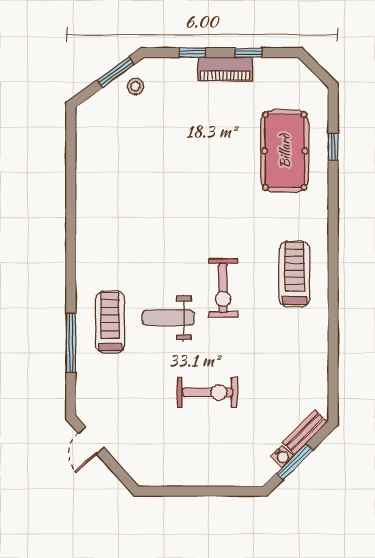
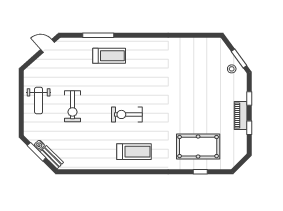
weight bench: (168, 318) -> (39, 101), moved, turned 180

